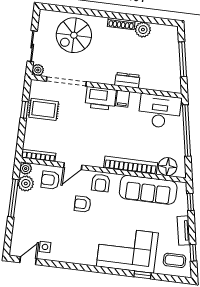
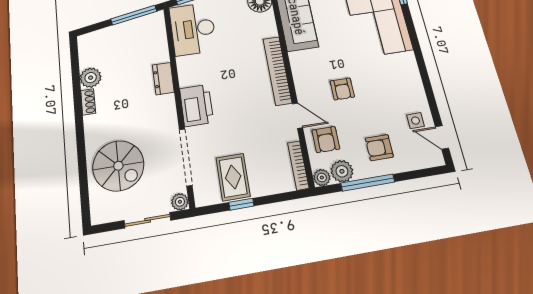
shoe rack: (121, 24) -> (88, 102), width x0.70
window: (183, 59) -> (134, 15), moved
filing cabinet: (123, 99) -> (189, 78), removed
bookcase: (131, 165) -> (277, 71), moved
armchair: (101, 183) -> (379, 148), moved, turned 180

